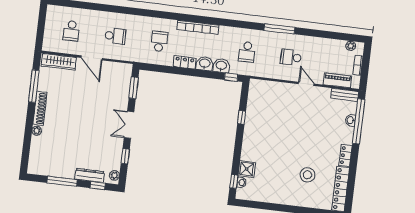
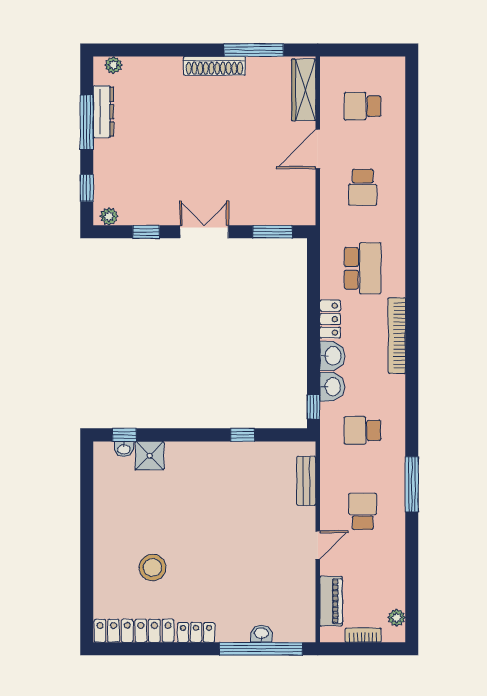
school desk: (159, 41) -> (363, 268), width x1.85
bench: (345, 95) -> (306, 481), moved
plant: (37, 131) -> (113, 65), moved
dresser: (90, 175) -> (103, 112), moved

